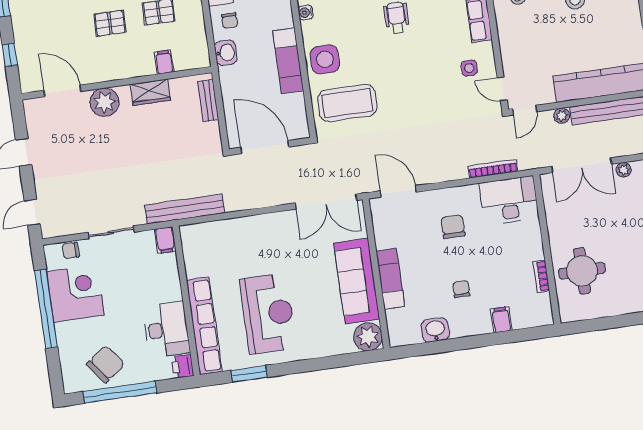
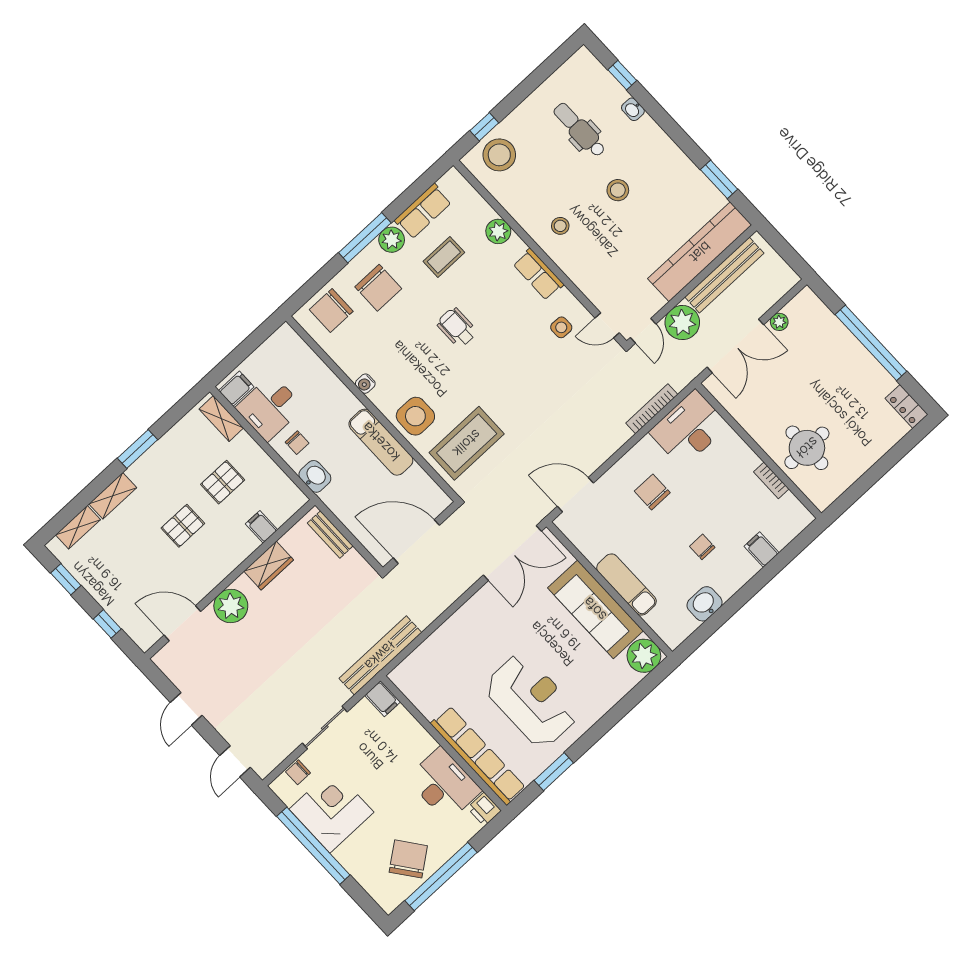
plant: (562, 116) -> (682, 323), width x1.88, depth x1.88

